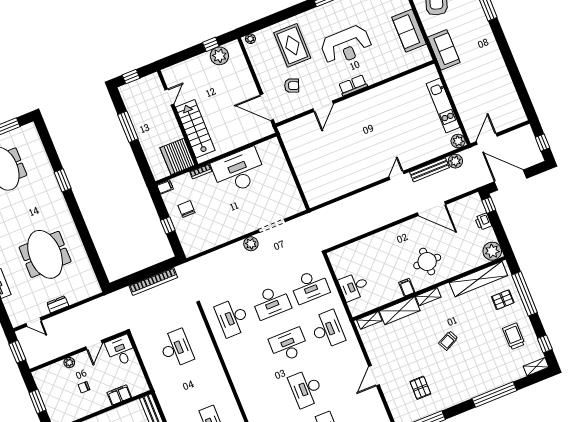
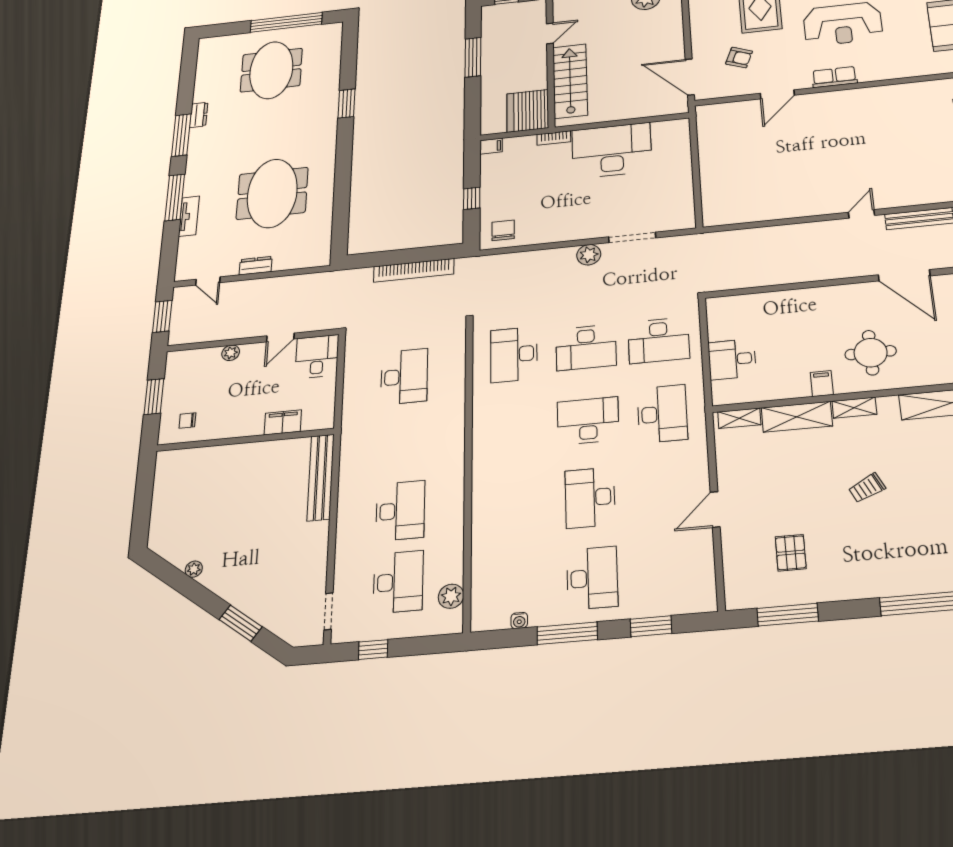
chair: (186, 209) -> (503, 230), moved
chair: (84, 387) -> (187, 421), moved

